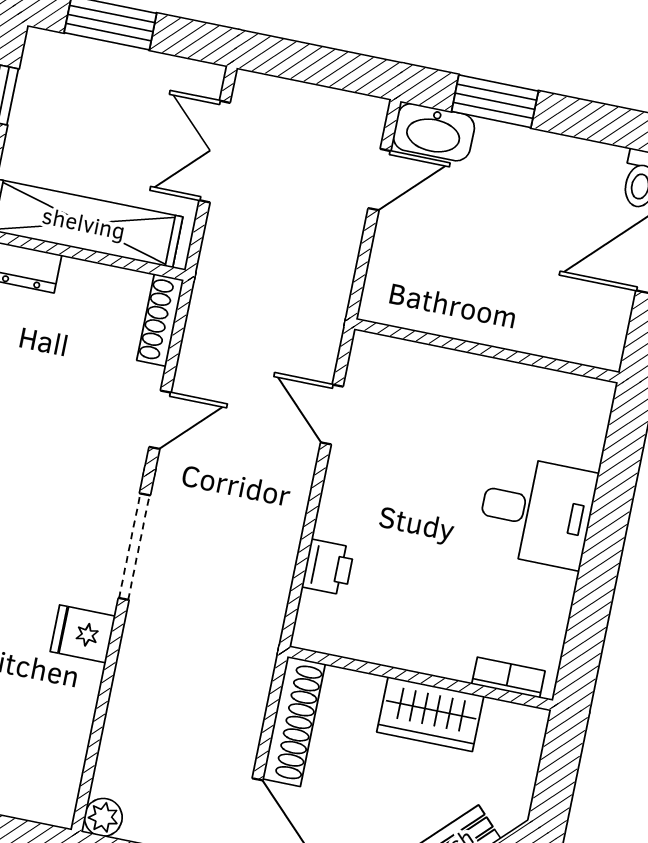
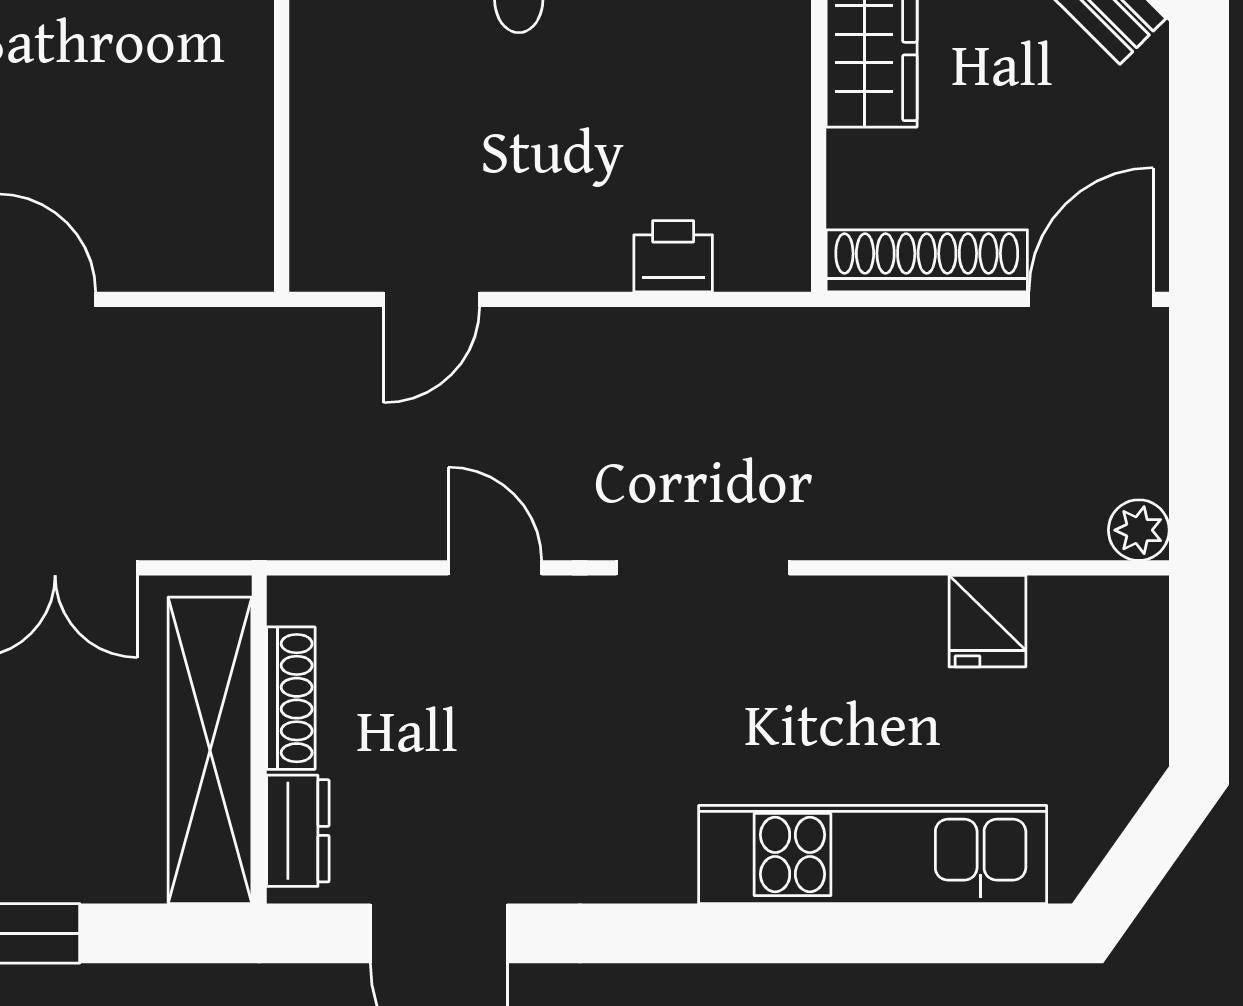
shoe rack: (160, 320) -> (291, 698), moved, turned -90
fridge: (83, 634) -> (987, 621), moved

